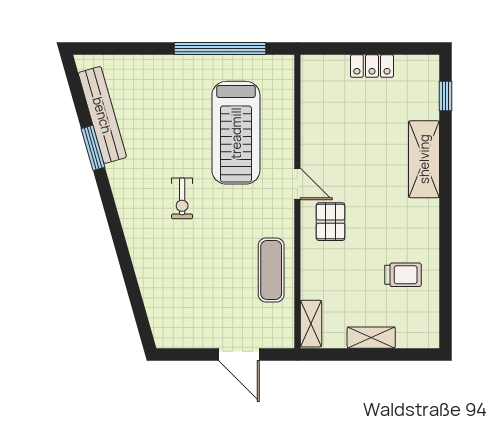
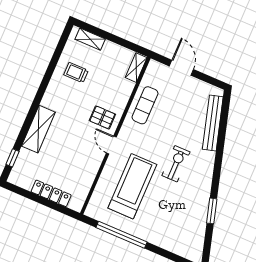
locker: (372, 66) -> (51, 193), width x1.53
bench: (102, 115) -> (213, 123), moved
exercise bike: (182, 198) -> (176, 164), width x1.38, depth x1.39
pallet: (331, 222) -> (102, 117), turned 90
shelving: (371, 338) -> (90, 39), moved

